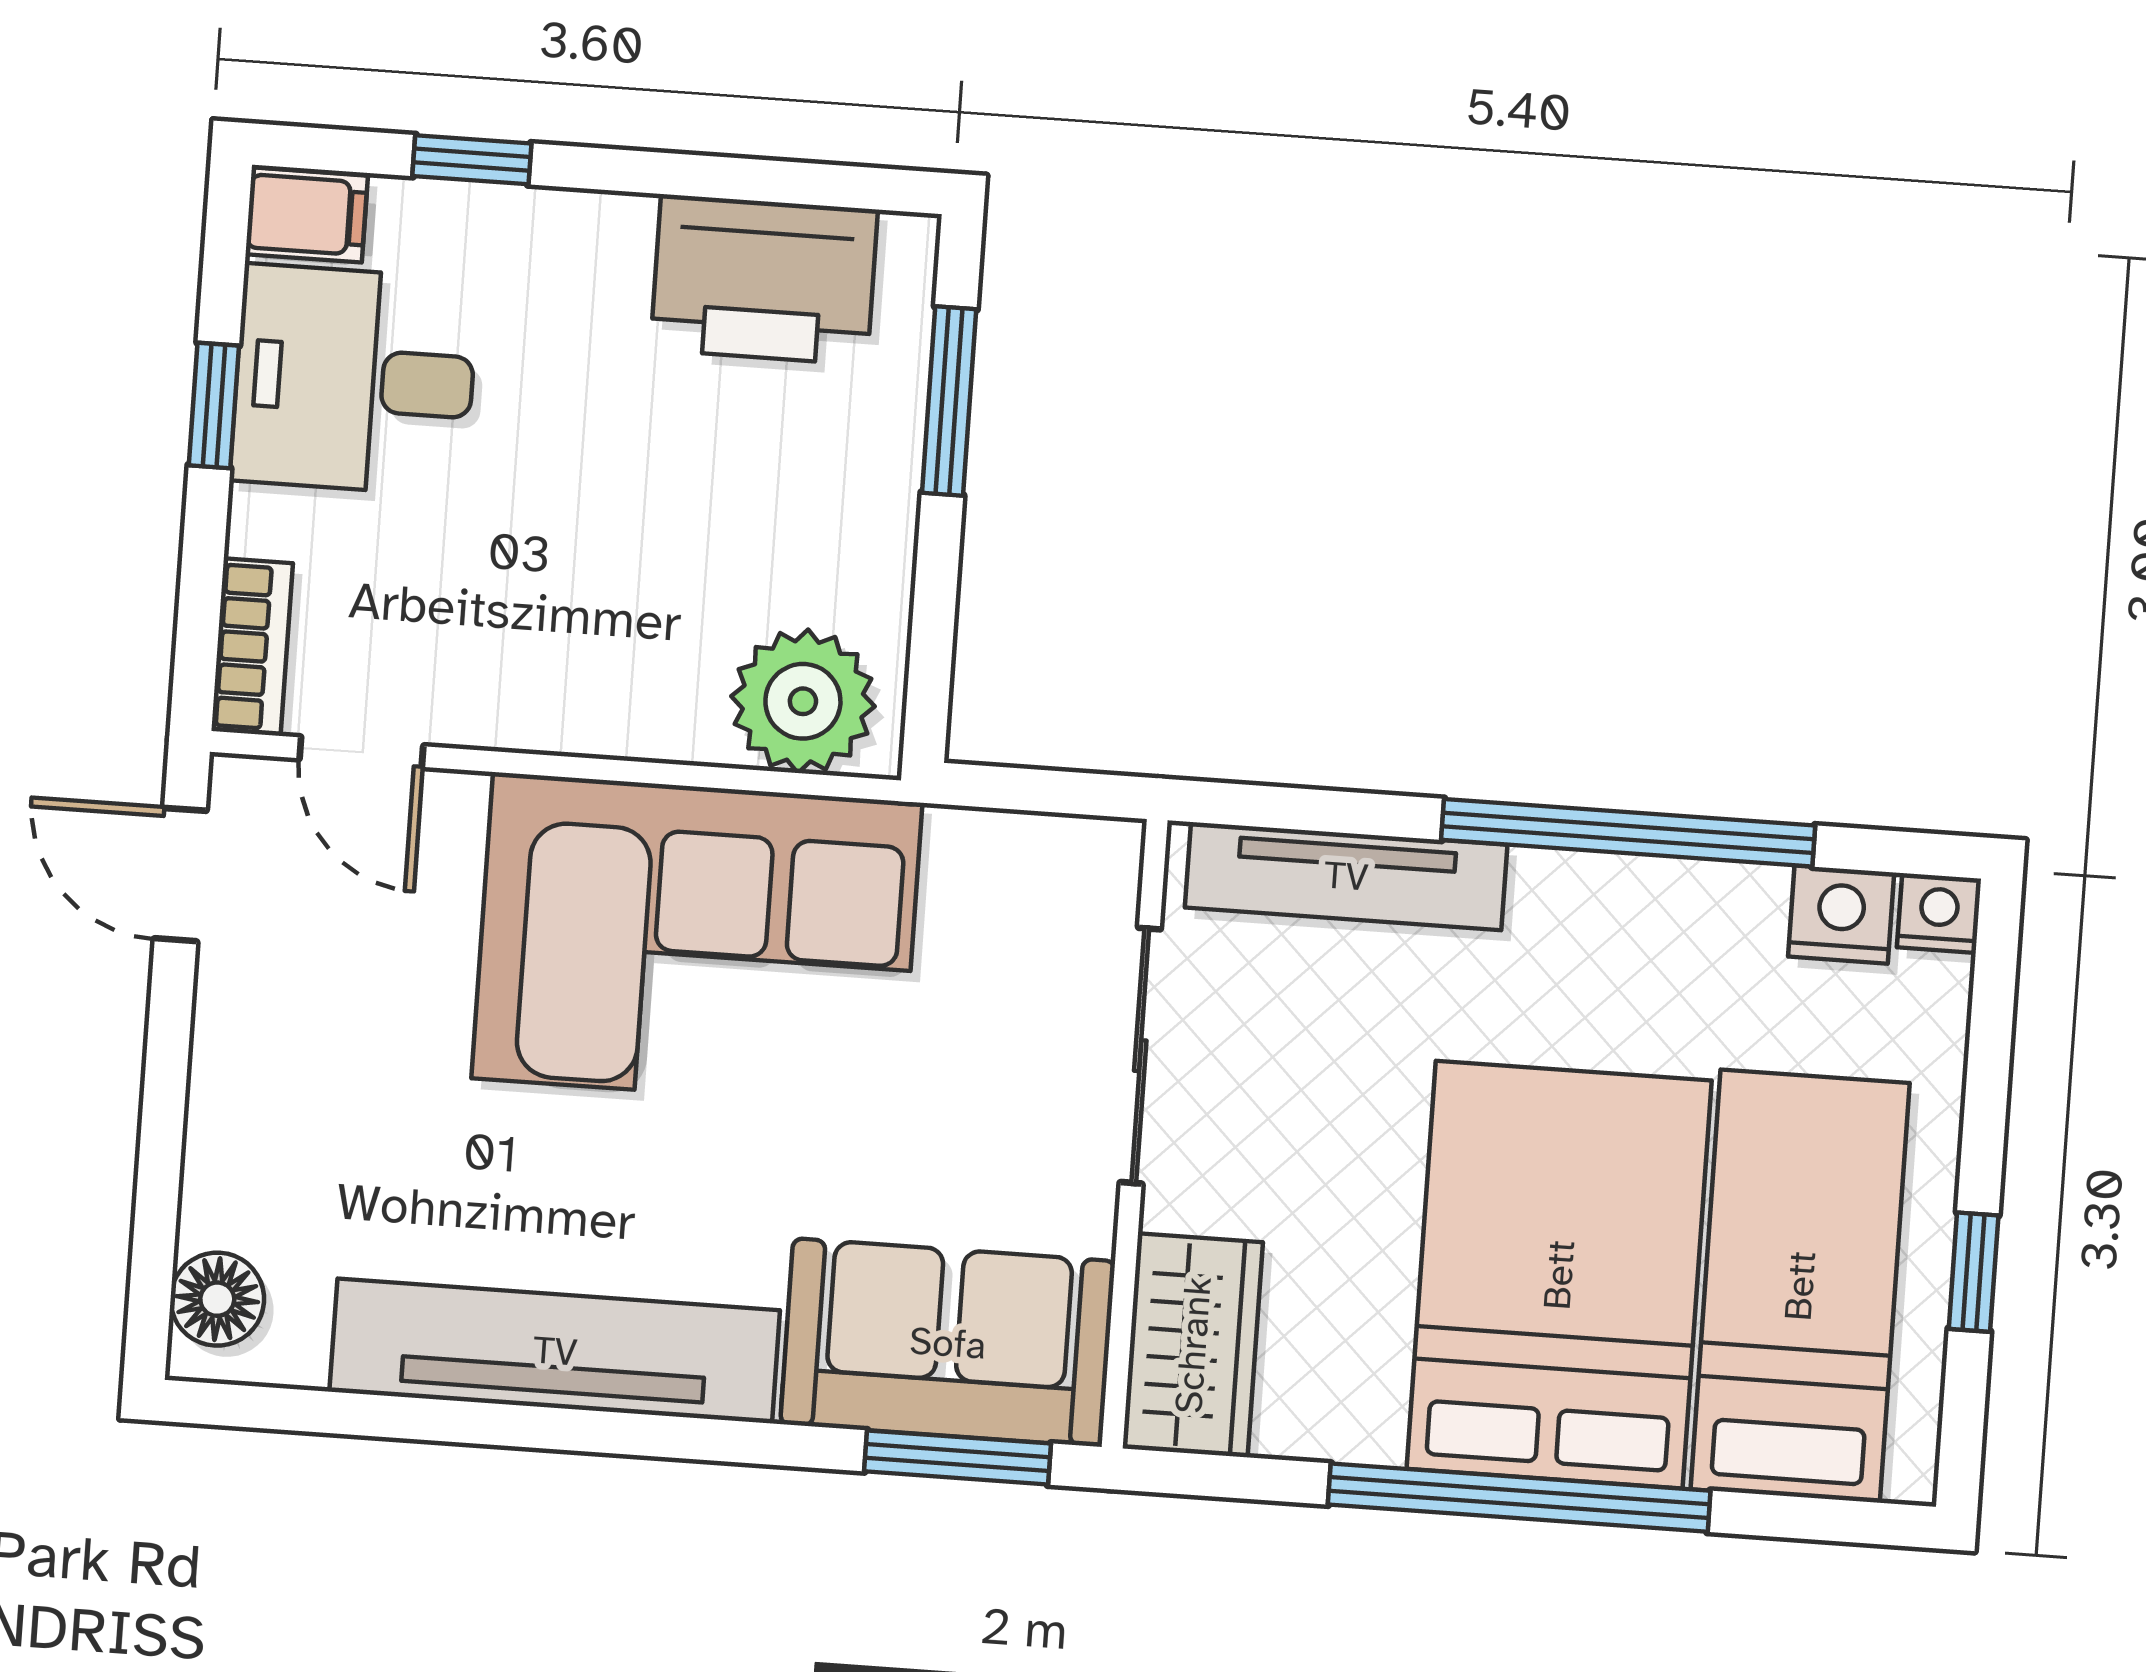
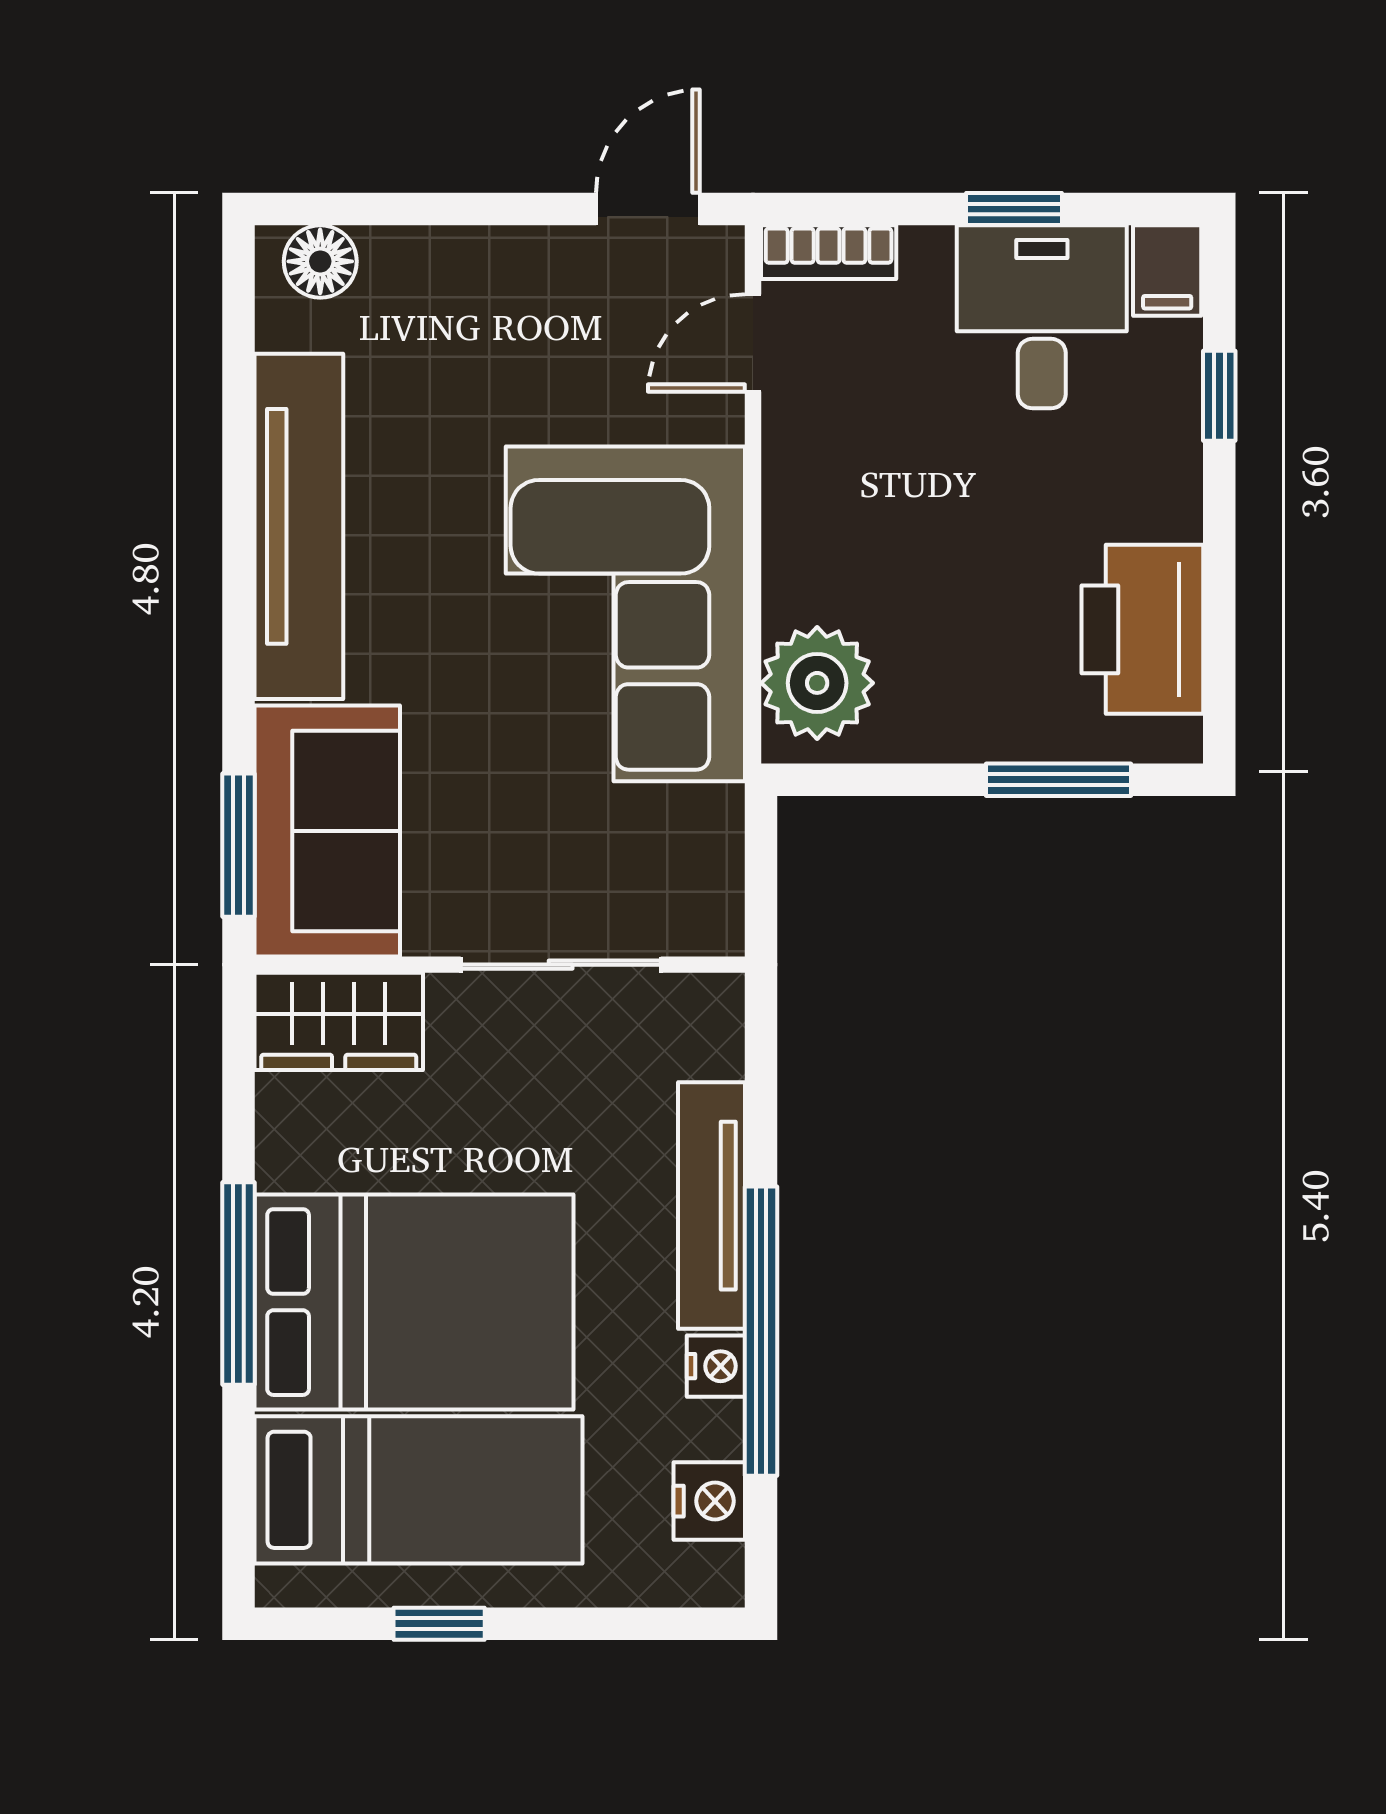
tv unit: (1346, 876) -> (712, 1206), moved
nightstand: (1939, 913) -> (716, 1366), moved
window: (1519, 1498) -> (239, 1283), width x0.68

